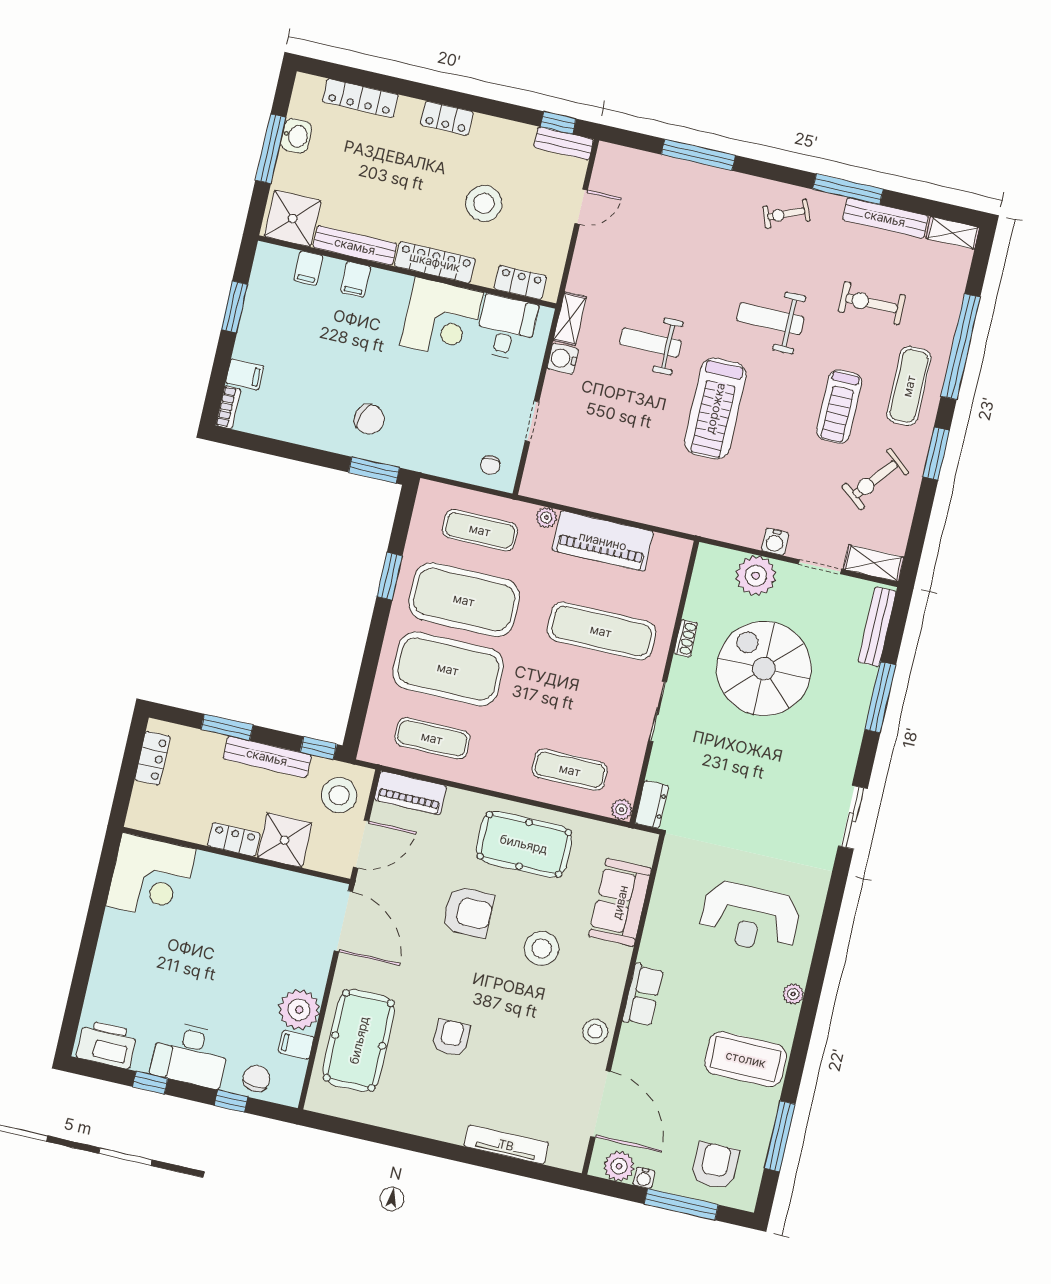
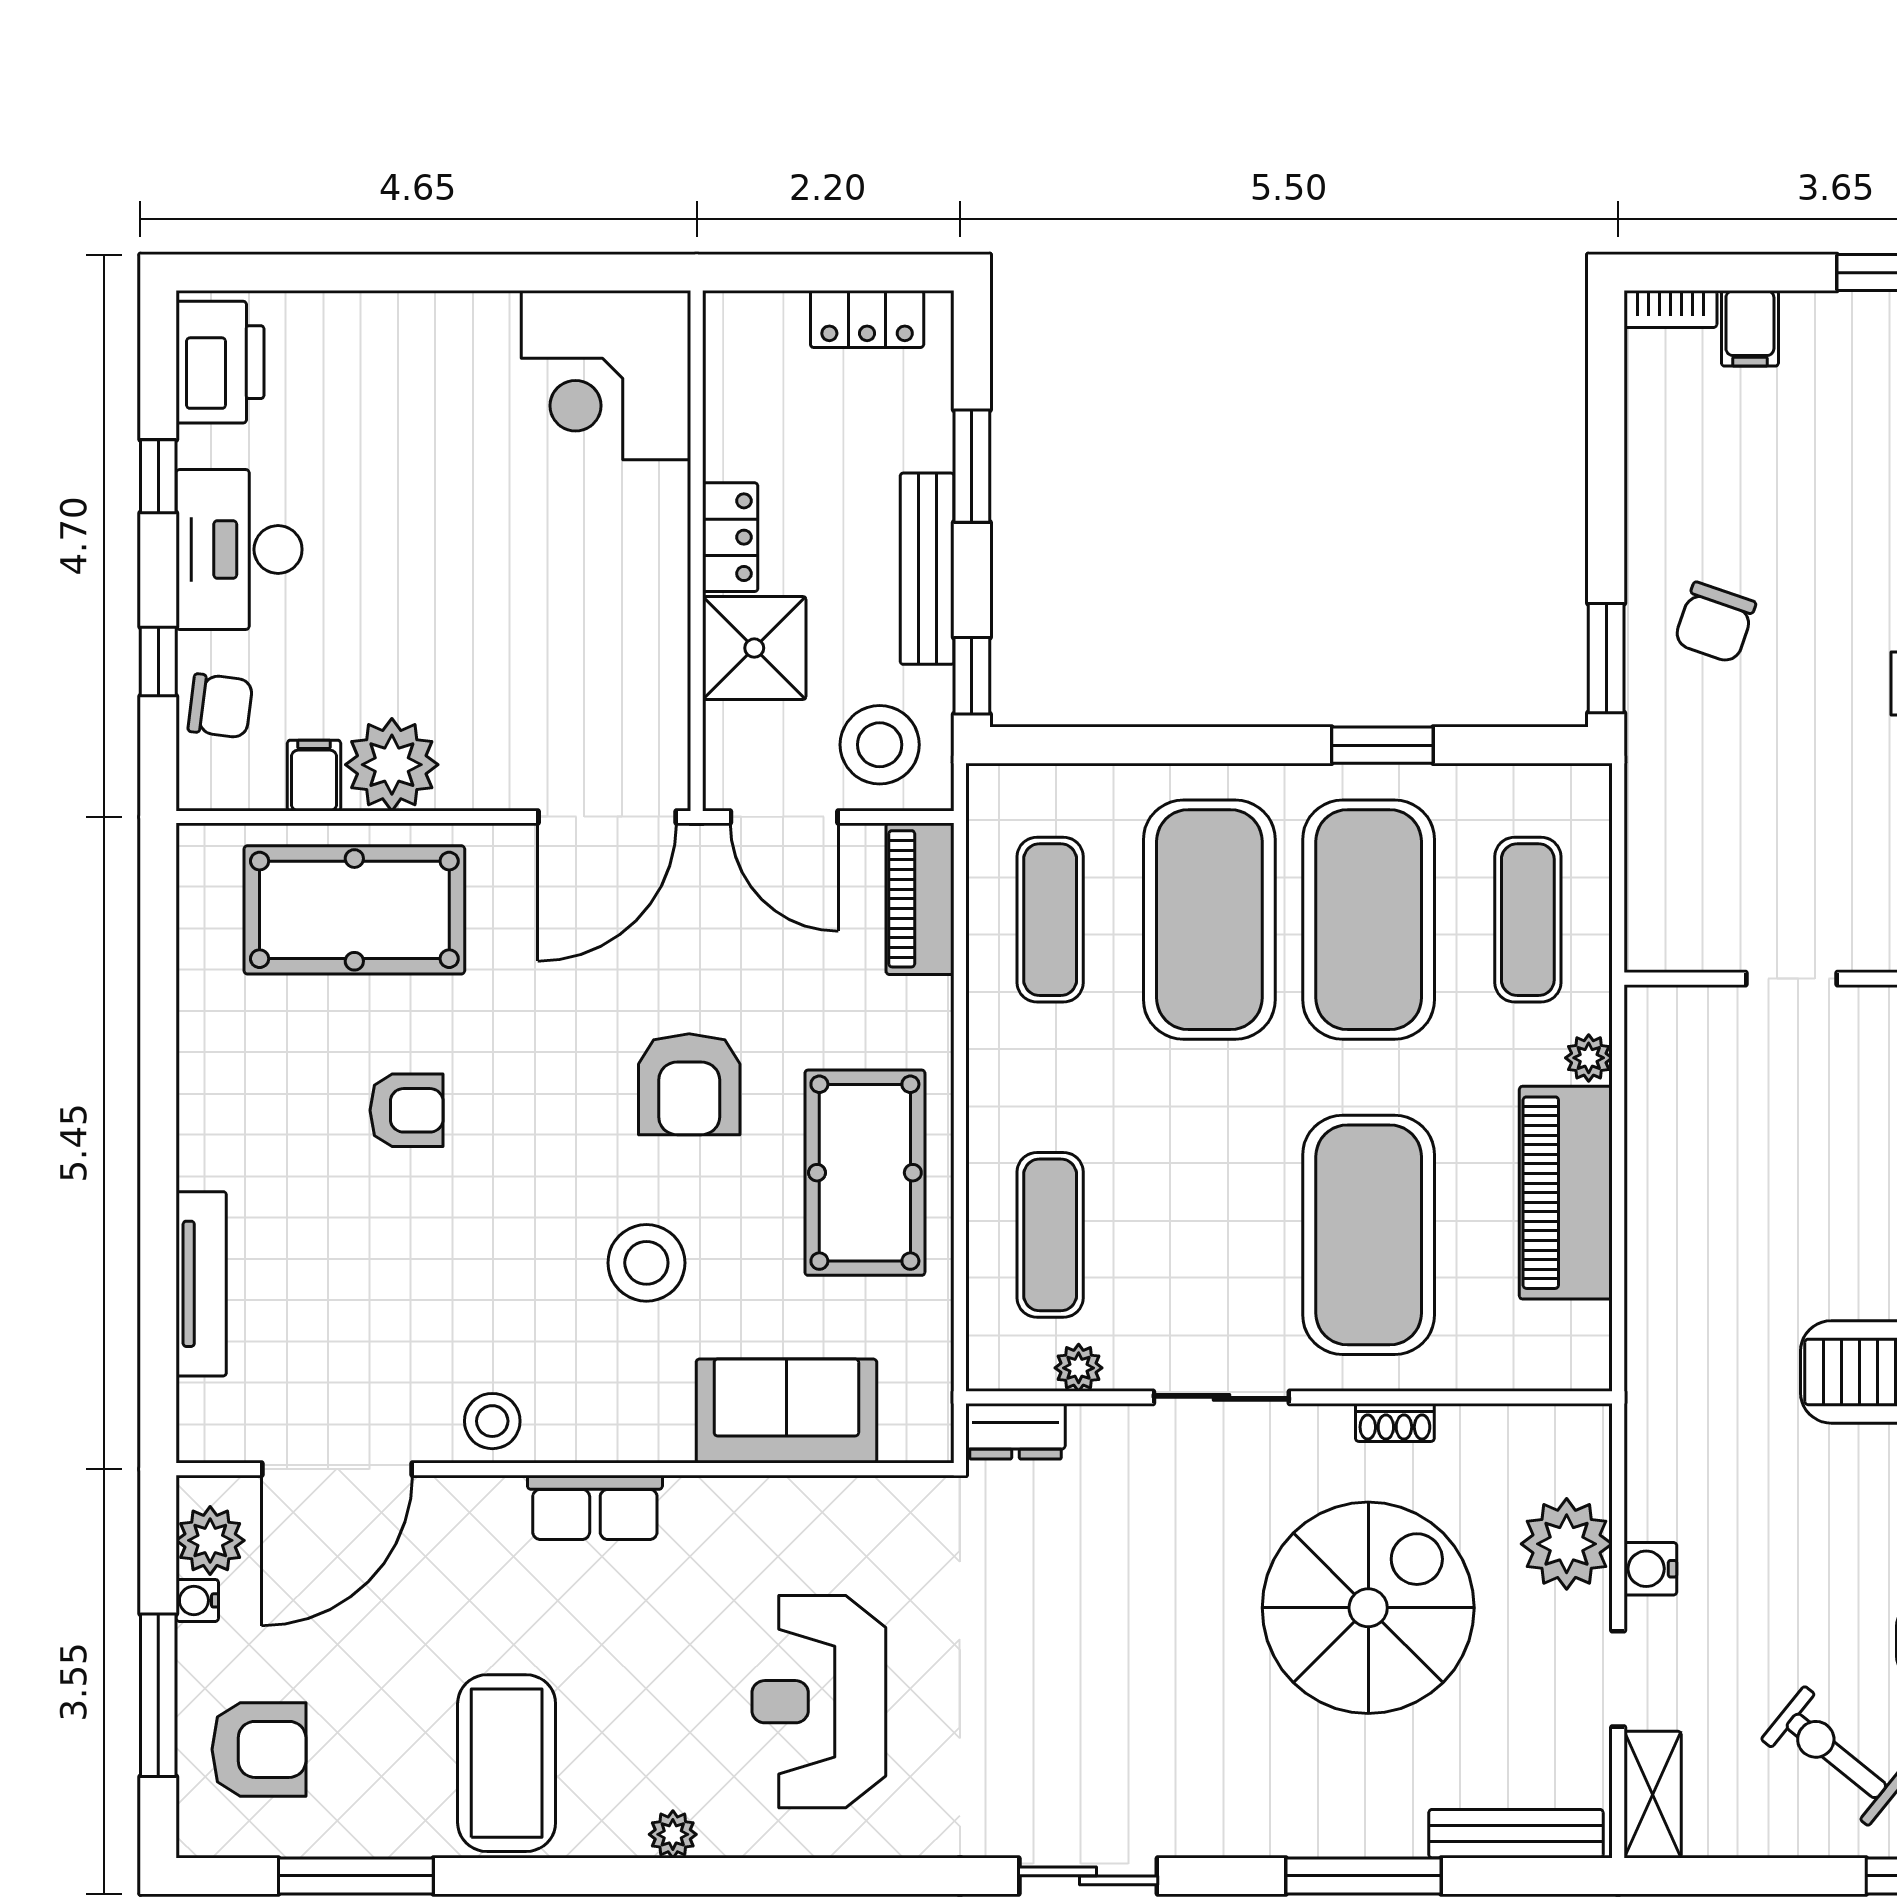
chair: (490, 465) -> (1675, 910), removed
exercise mat: (601, 631) -> (1369, 1235), width x1.47
plant: (622, 809) -> (1079, 1368), moved

